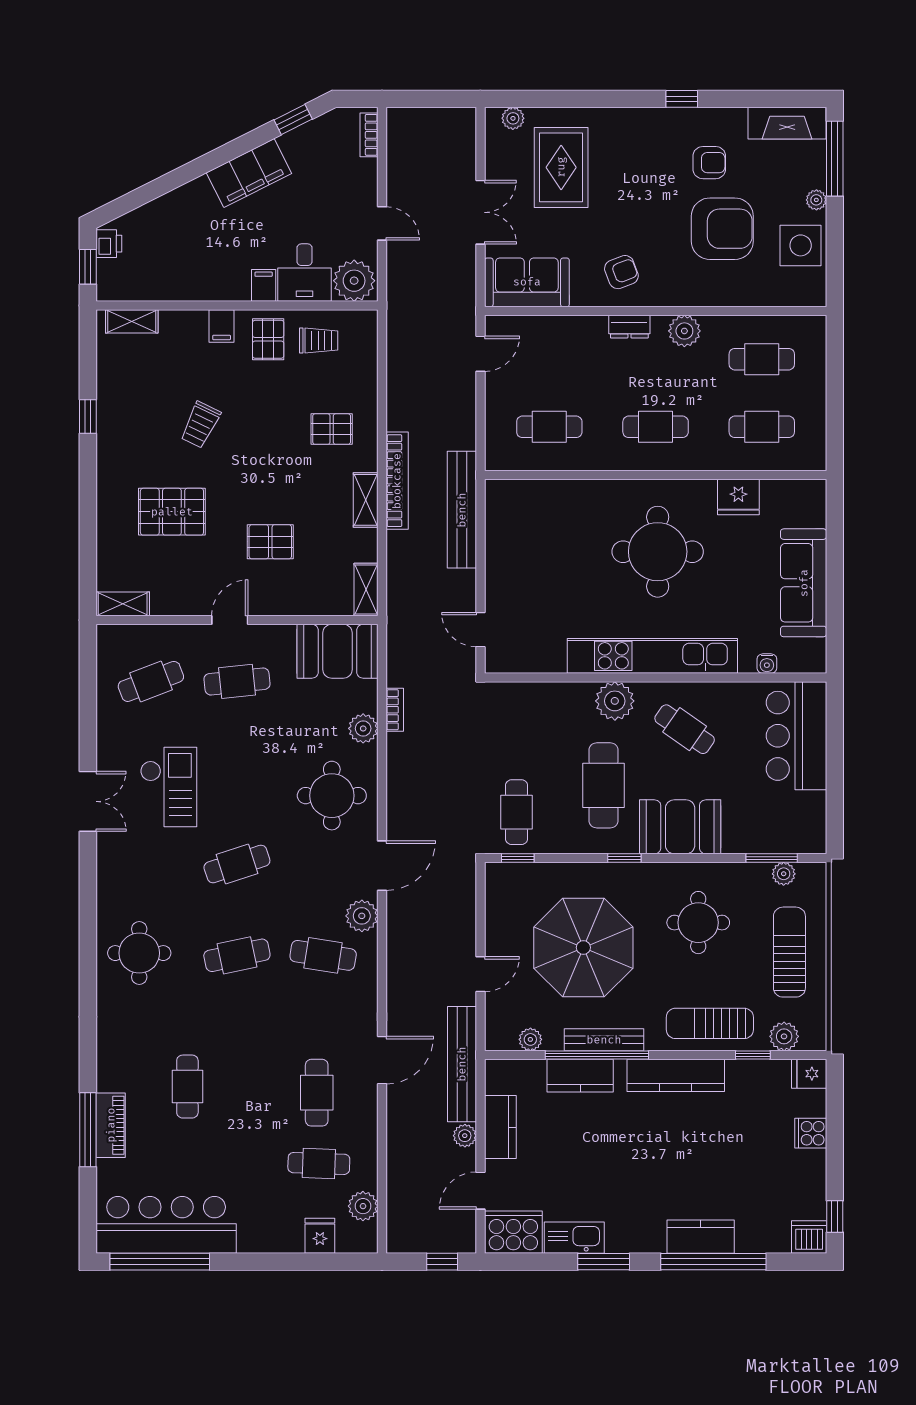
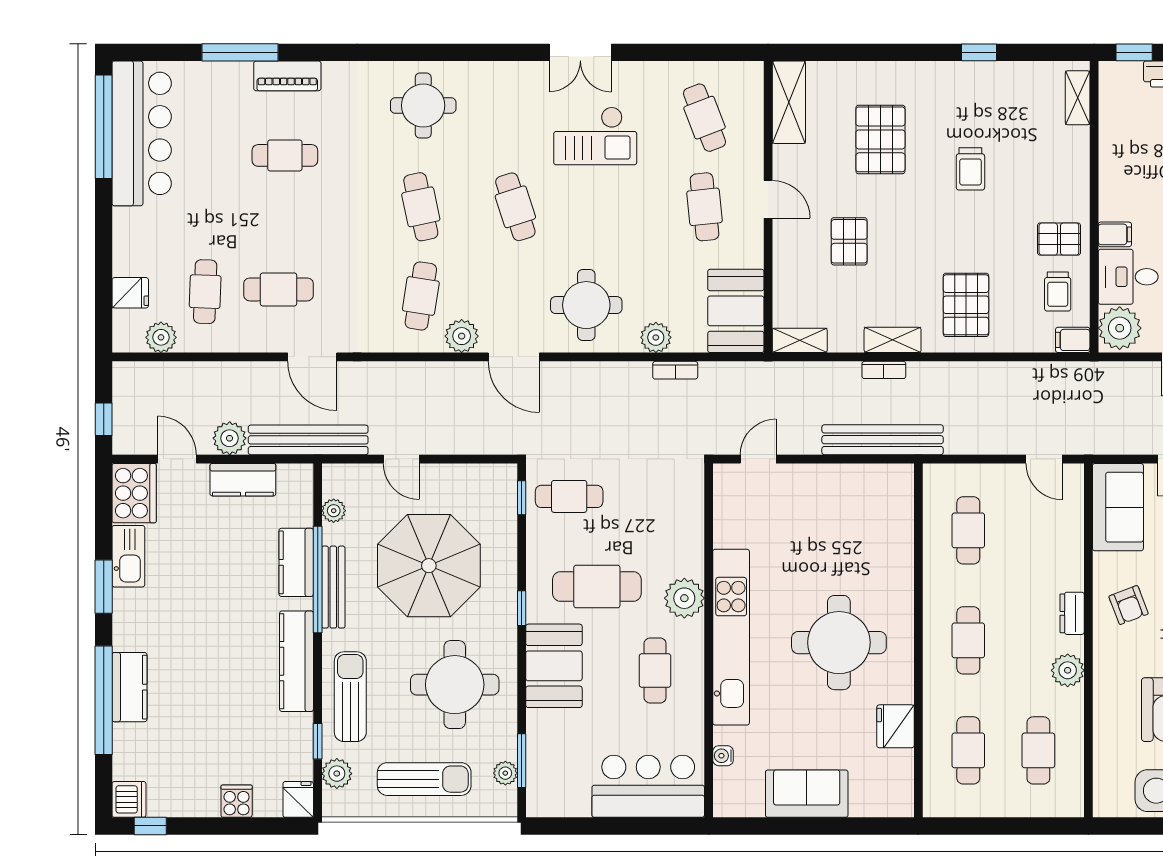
filing cabinet: (222, 326) -> (1073, 340), moved
trolley: (200, 425) -> (970, 169), turned -116
pallet: (332, 429) -> (966, 305), width x1.50, depth x1.42
bookcase: (397, 481) -> (884, 370), width x0.43, depth x0.76
sofa: (804, 583) -> (807, 794), width x0.73
shelving: (123, 604) -> (789, 102), width x1.50, depth x1.33
cafe table: (685, 729) -> (655, 670), turned -35
round table: (698, 923) -> (455, 685), width x1.36, depth x1.36
piano: (111, 1125) -> (287, 76), moved
plant: (465, 1136) -> (230, 438), width x1.38, depth x1.38

